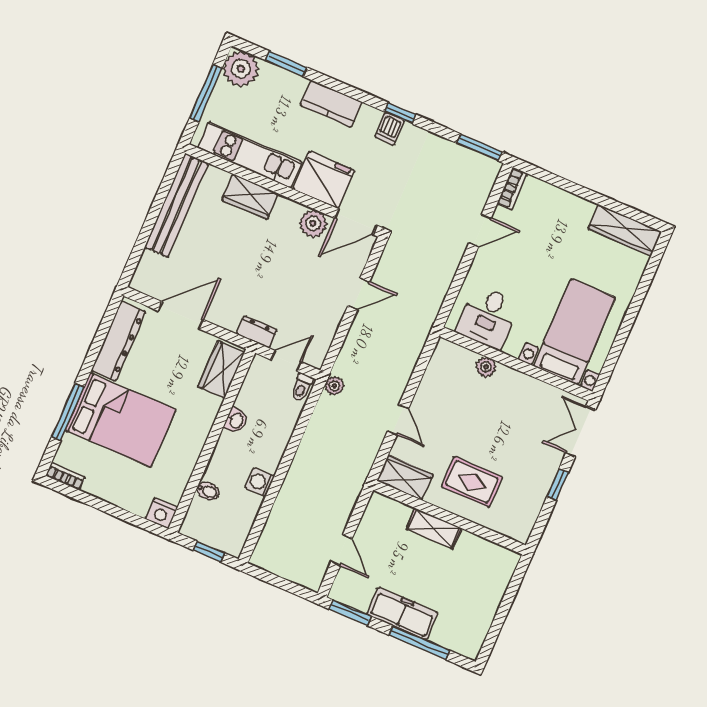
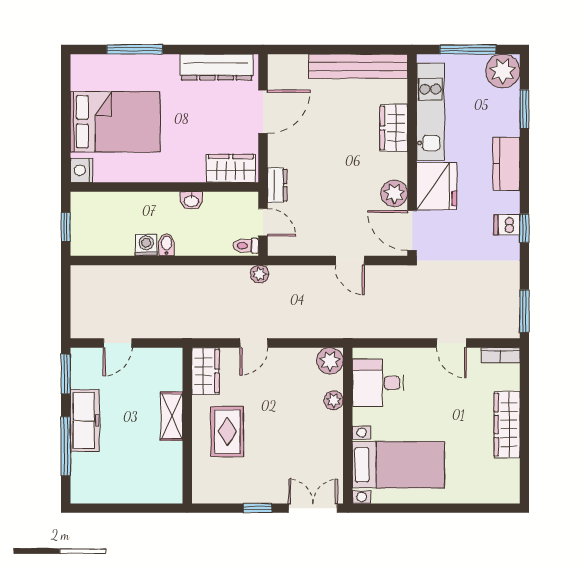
wardrobe: (625, 230) -> (507, 425), moved
door: (181, 315) -> (263, 112), hinge flipped
plant: (447, 354) -> (330, 361), added
bed: (121, 420) -> (115, 122), moved, turned -90
bookcase: (65, 476) -> (77, 72), removed
bidet: (208, 491) -> (167, 245), moved, turned 180

